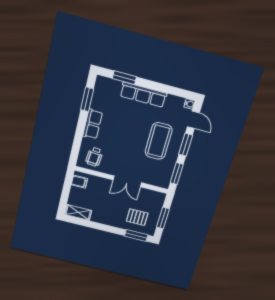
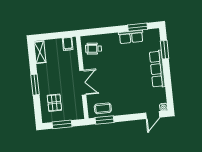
row of seats: (92, 124) -> (131, 37), moved
coffee table: (159, 141) -> (103, 108), moved, width x0.54, depth x0.58
window: (186, 145) -> (131, 117), removed
double door: (127, 181) -> (83, 83), swing flipped
window: (136, 235) -> (35, 85), moved

